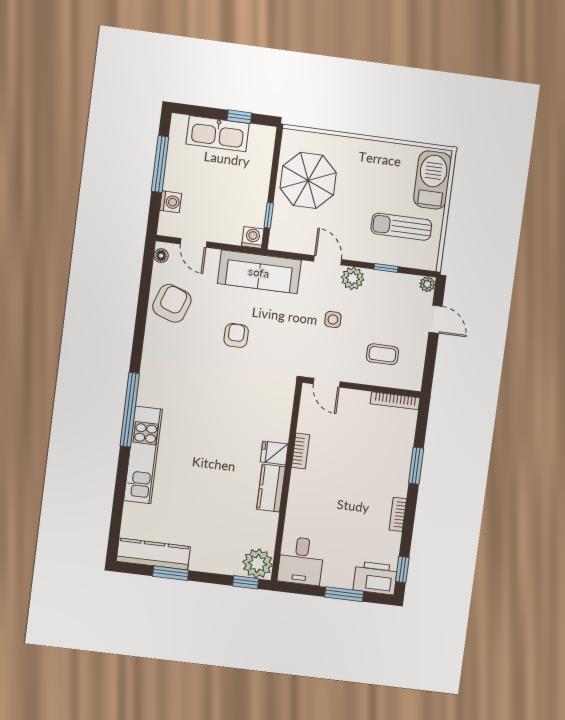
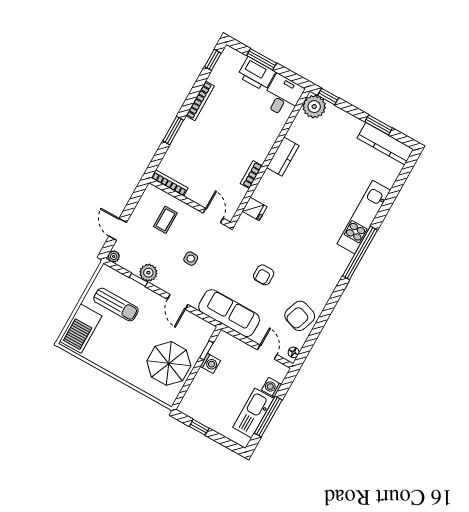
kitchen sink: (218, 134) -> (253, 413), moved, turned -90
washing machine: (253, 237) -> (210, 363), moved, turned -90
plant: (353, 278) -> (148, 273), moved
coffee table: (382, 354) -> (165, 220), turned 90
fridge: (274, 453) -> (255, 209), moved
bookcase: (398, 514) -> (200, 101), width x1.56
printer: (375, 578) -> (256, 74), moved

